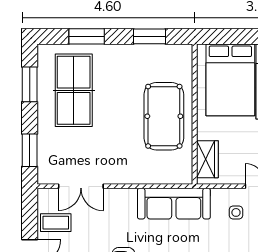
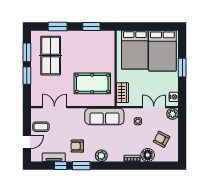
pool table: (164, 116) -> (92, 83), moved, turned 90
window: (30, 150) -> (27, 75), moved
double door: (81, 186) -> (54, 107), swing flipped

